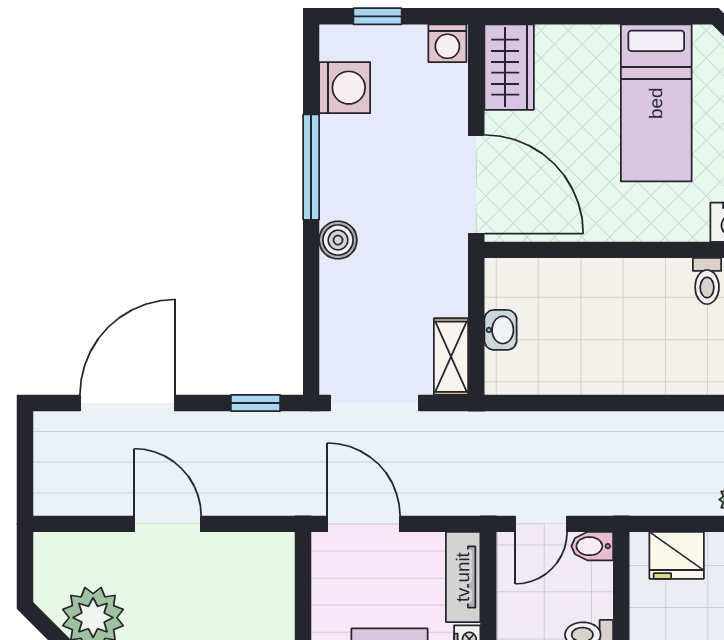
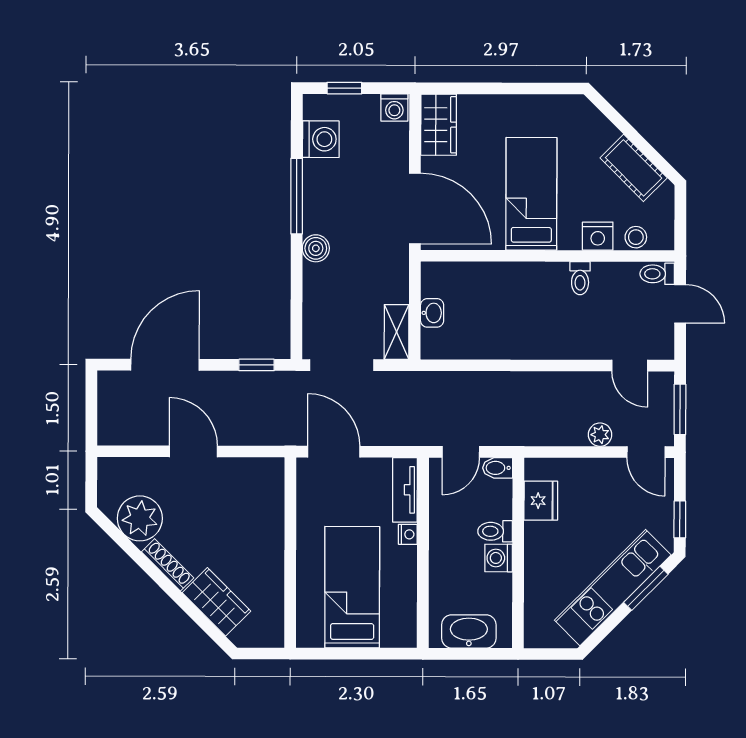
bed: (656, 103) -> (531, 194), moved, turned 180
fridge: (677, 555) -> (541, 501), moved, turned -90

